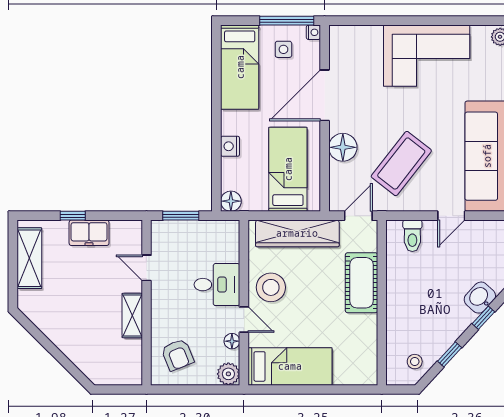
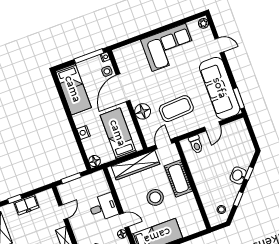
side table: (283, 49) -> (107, 71), moved
coffee table: (401, 164) -> (176, 109), turned 49
door: (146, 268) -> (63, 212), swing flipped
stool: (271, 287) -> (155, 197), moved
washbasin: (480, 298) -> (238, 175), moved

